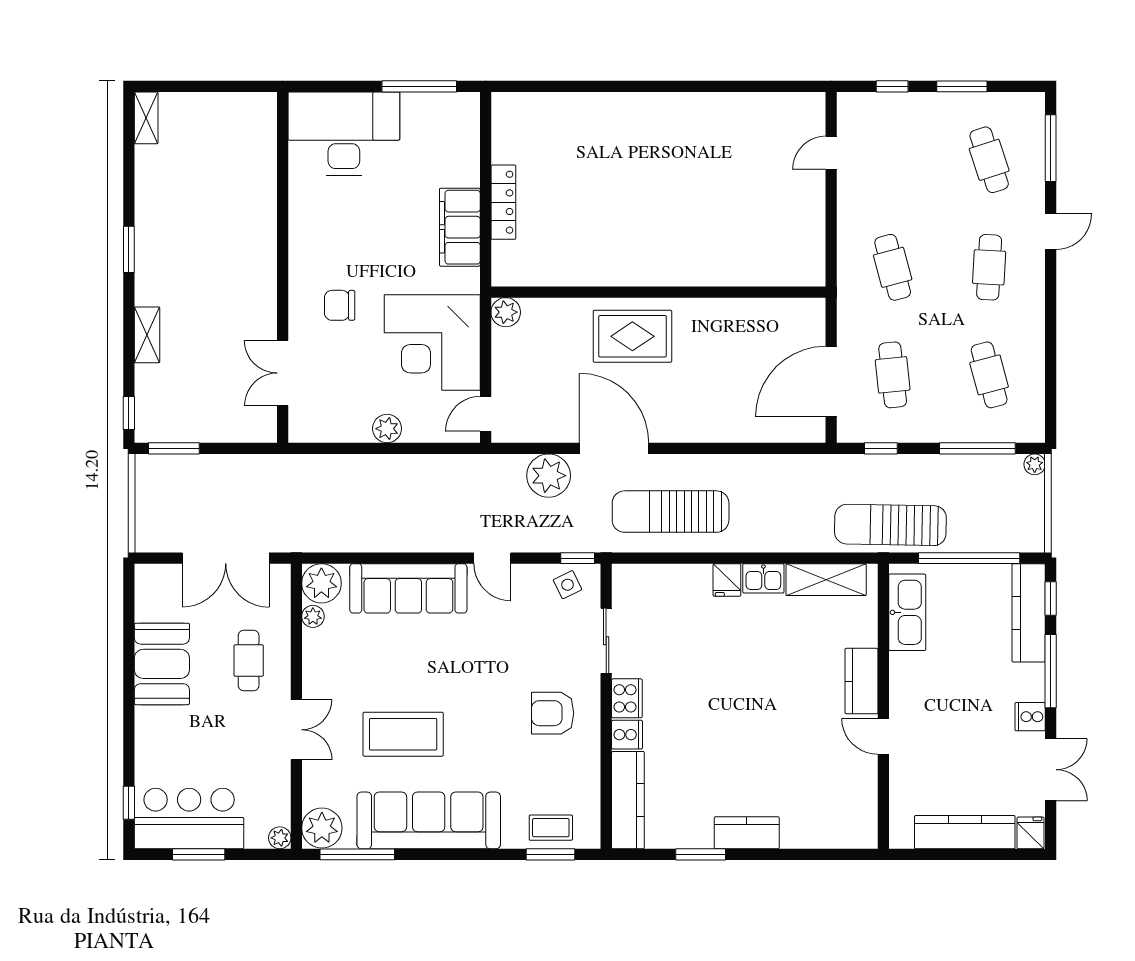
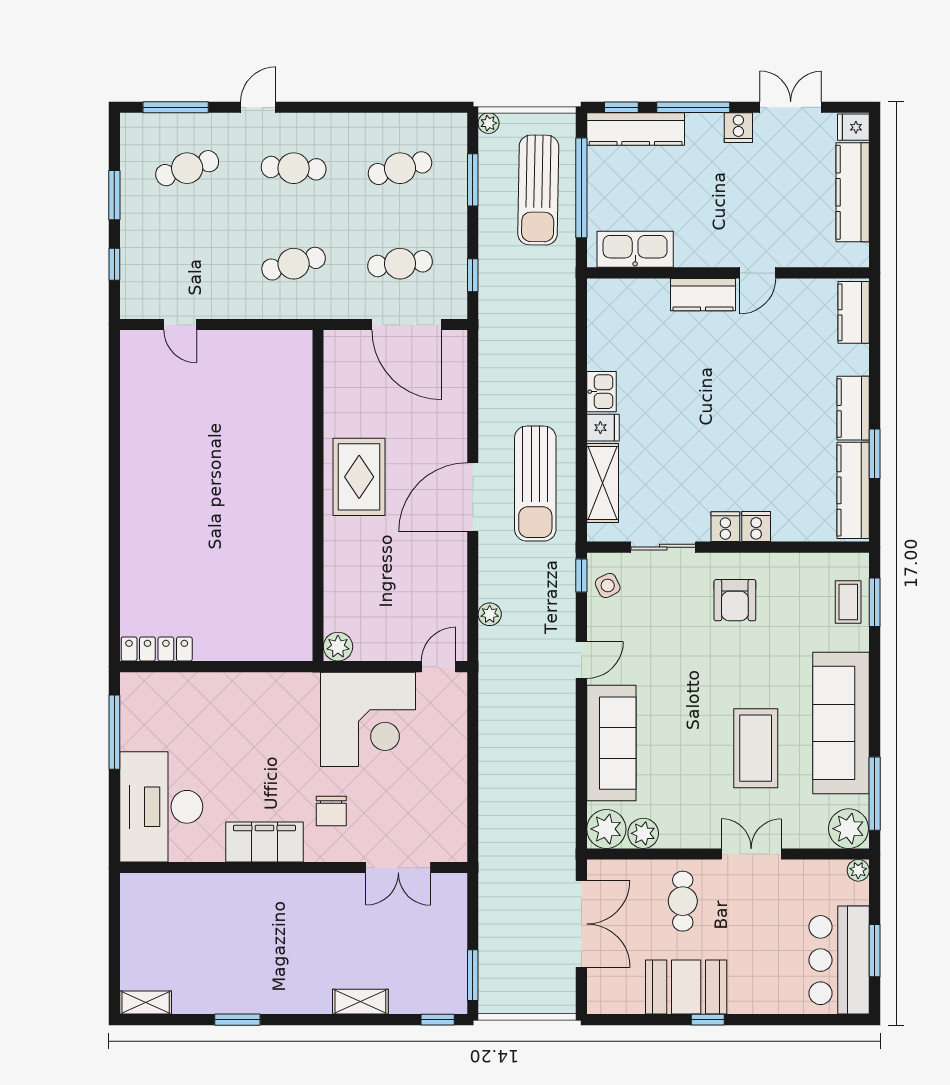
locker: (503, 202) -> (157, 649), moved
filing cabinet: (460, 227) -> (264, 842), moved, turned 180
door: (1051, 232) -> (258, 107), hinge flipped
window: (129, 249) -> (237, 1020), moved
rug: (632, 336) -> (359, 477), moved
door: (486, 414) -> (439, 667), swing flipped
plant: (387, 429) -> (453, 764), removed
door: (614, 448) -> (473, 497), moved
window: (977, 448) -> (473, 180), width x0.69
plant: (549, 476) -> (490, 614), width x0.53, depth x0.53
sun lounger: (890, 525) -> (538, 190), moved
shelving: (826, 580) -> (603, 483), moved
plant: (313, 616) -> (643, 833), width x1.38, depth x1.38
cafe table: (249, 661) -> (683, 901), turned 90
cooker: (627, 698) -> (725, 527), width x0.73
kitchen counter: (628, 800) -> (853, 490), moved, turned -90
window: (129, 803) -> (708, 1020), moved
kitchen counter: (843, 833) -> (854, 312), added

